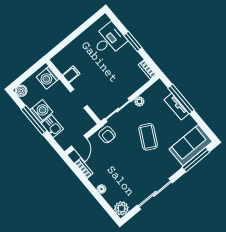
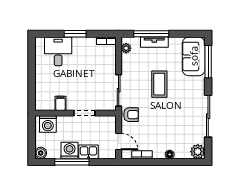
plant: (139, 102) -> (126, 48), moved
coffee table: (148, 137) -> (159, 84), turned 62

